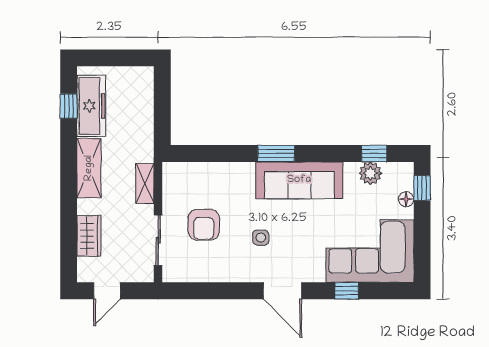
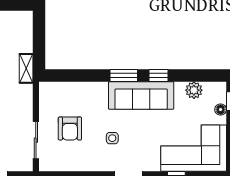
window: (374, 154) -> (159, 76), moved
shelving: (145, 184) -> (26, 68), moved

